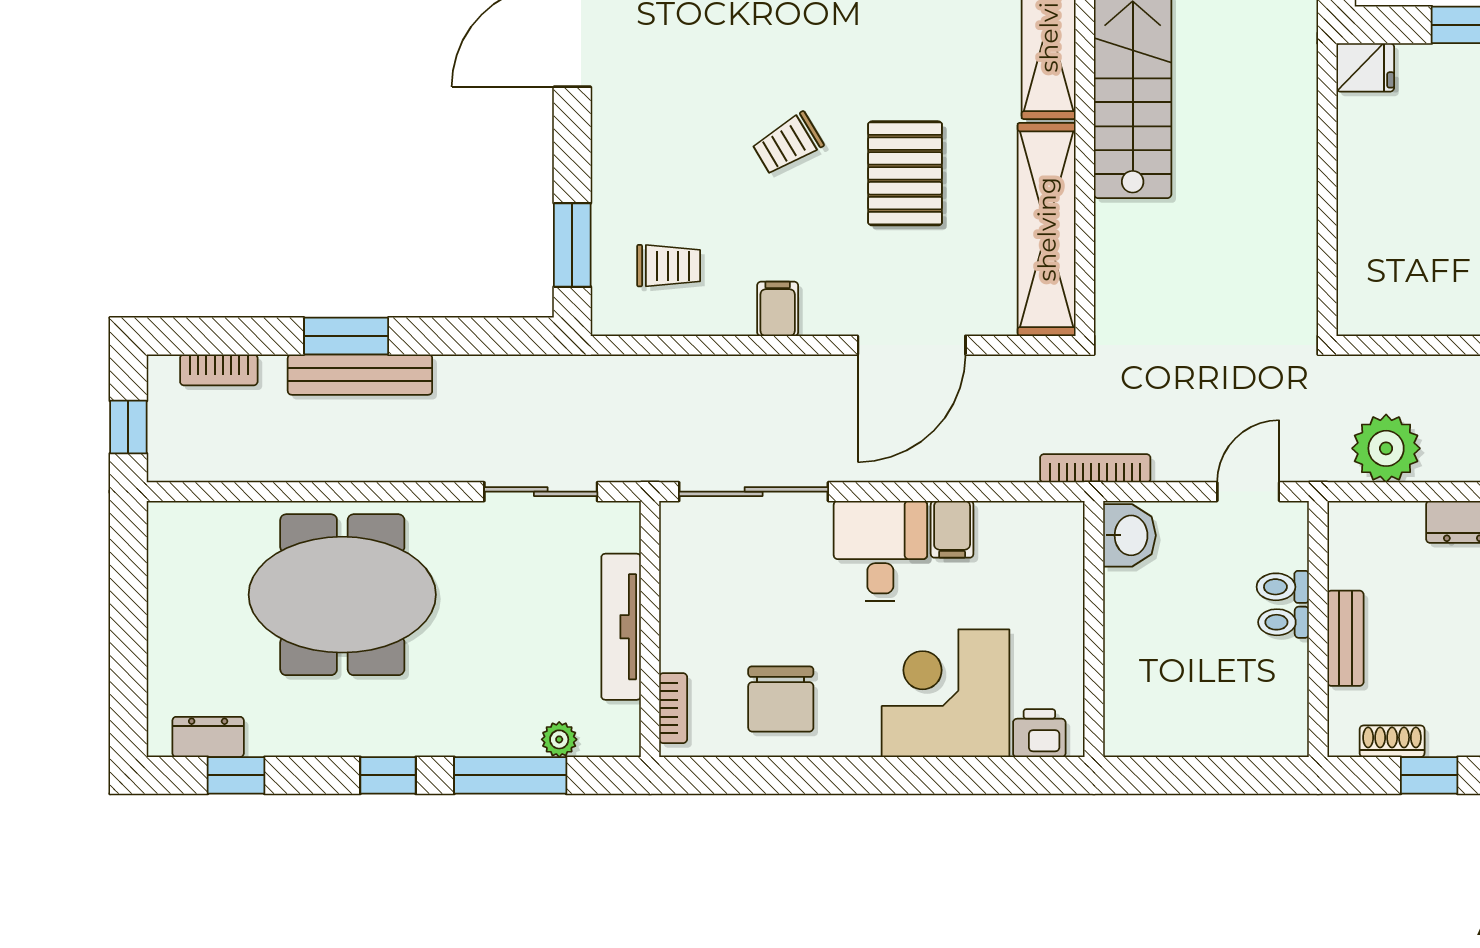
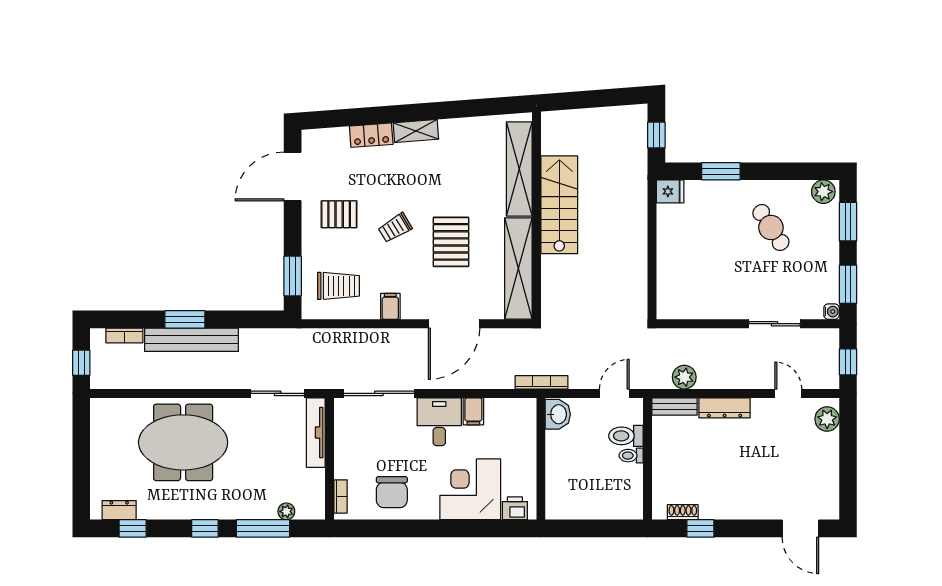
pallet: (670, 115) -> (339, 214), added
trolley: (669, 266) -> (338, 286), width x1.36, depth x1.39
bench: (360, 375) -> (191, 340), width x1.37, depth x1.21
plant: (1386, 448) -> (684, 377), width x0.73, depth x0.73
toilet: (1283, 587) -> (626, 436), width x1.37, depth x1.39
tv unit: (621, 627) -> (316, 433), moved
bench: (1345, 638) -> (675, 406), moved, turned 90

